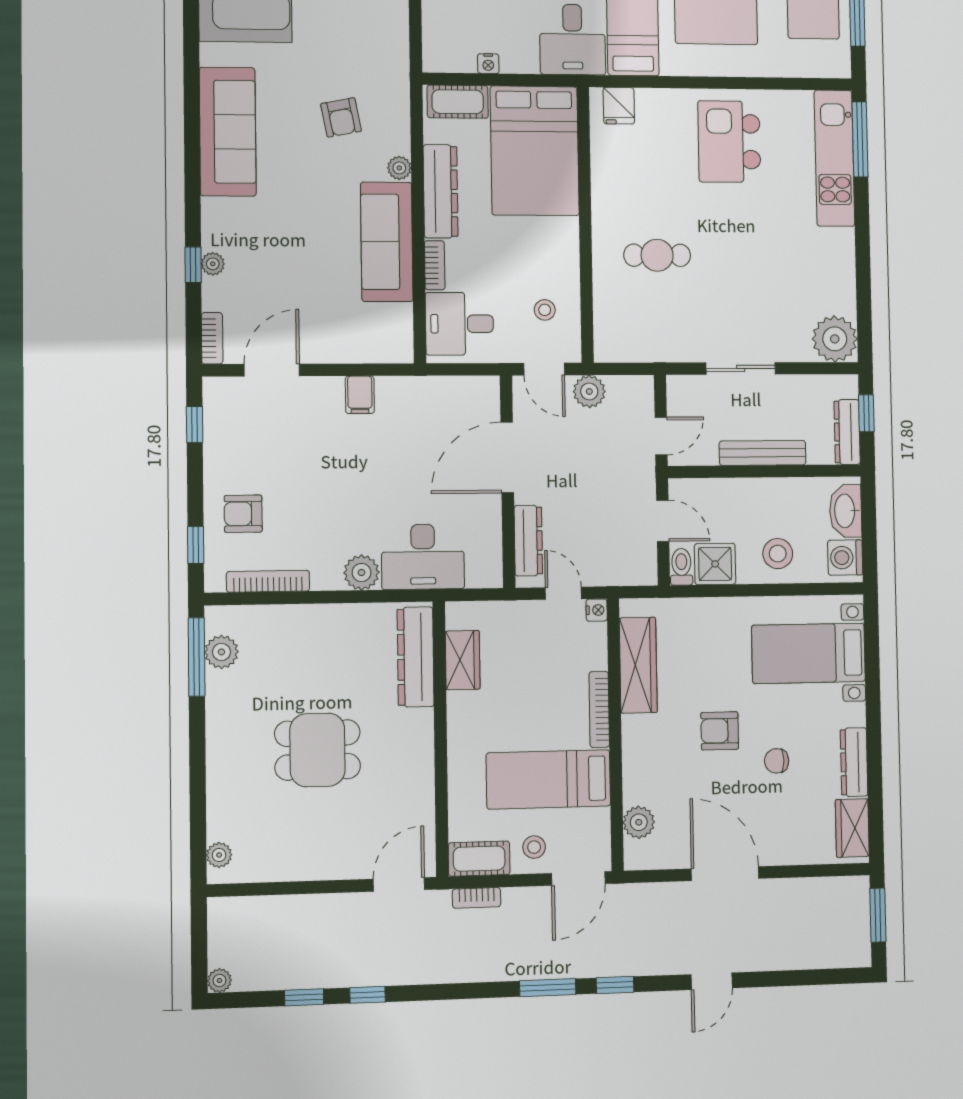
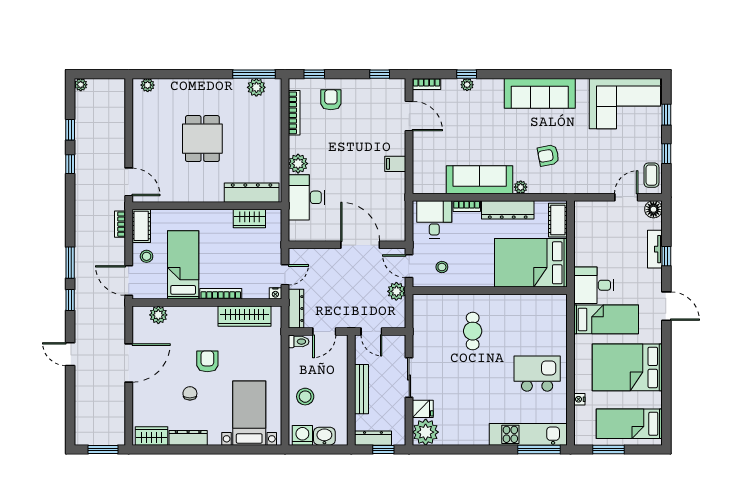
nightstand: (488, 64) -> (579, 399), moved
fridge: (619, 106) -> (423, 409), moved, turned 180
door: (544, 369) -> (409, 266), hinge flipped
washbasin: (846, 511) -> (324, 436), width x0.72
dresser: (528, 541) -> (296, 309), moved, turned -90
shower: (715, 564) -> (300, 361), removed

